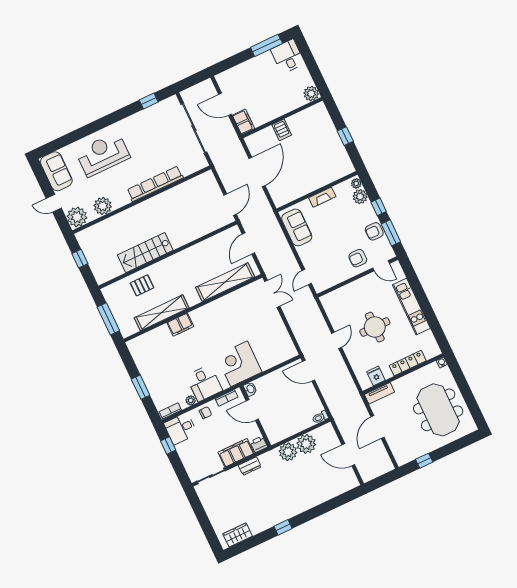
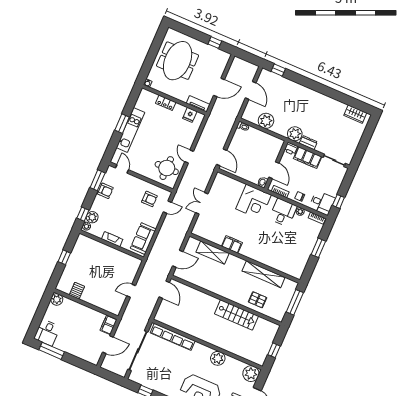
door: (225, 104) -> (108, 345), hinge flipped
server rack: (282, 130) -> (77, 291), moved
door: (257, 172) -> (131, 291), width x0.53
row of seats: (155, 184) -> (173, 337), moved
door: (230, 205) -> (164, 290), swing flipped
plant: (103, 206) -> (218, 358), moved
window: (379, 207) -> (83, 214), moved
armchair: (358, 258) -> (149, 199), moved
shelving: (225, 282) -> (213, 253), width x0.68
double door: (272, 294) -> (202, 203), moved
window: (424, 304) -> (122, 124), added
filing cabinet: (180, 325) -> (232, 244), moved
round table: (375, 327) -> (167, 168), moved
door: (337, 340) -> (189, 157), hinge flipped
locker: (408, 363) -> (166, 103), width x0.66
plant: (288, 452) -> (295, 134), moved
window: (283, 527) -> (278, 70), moved

